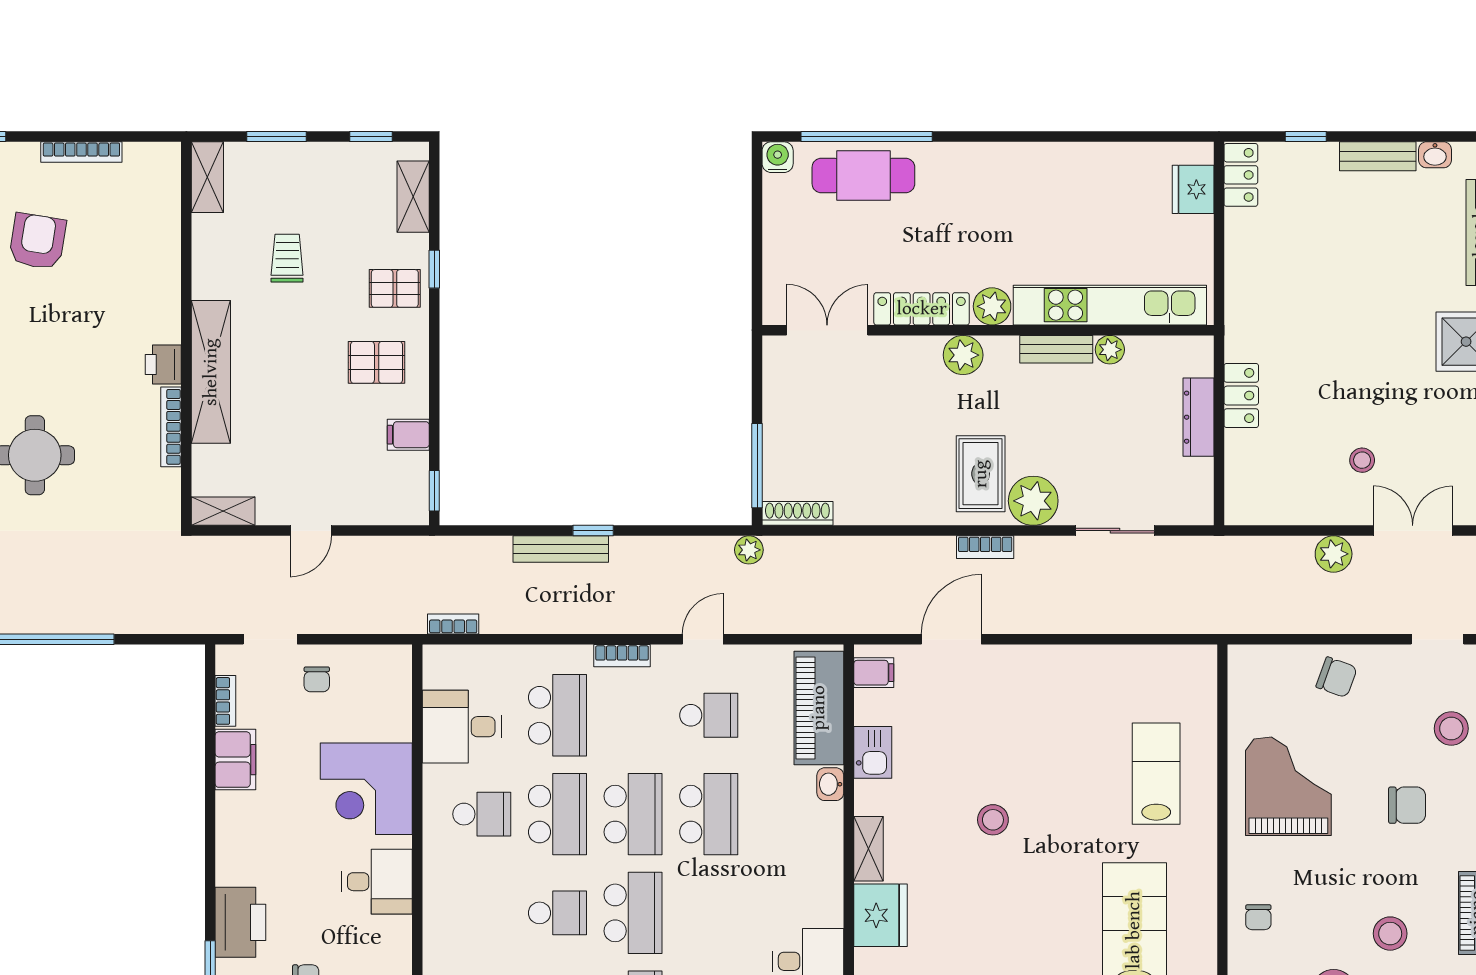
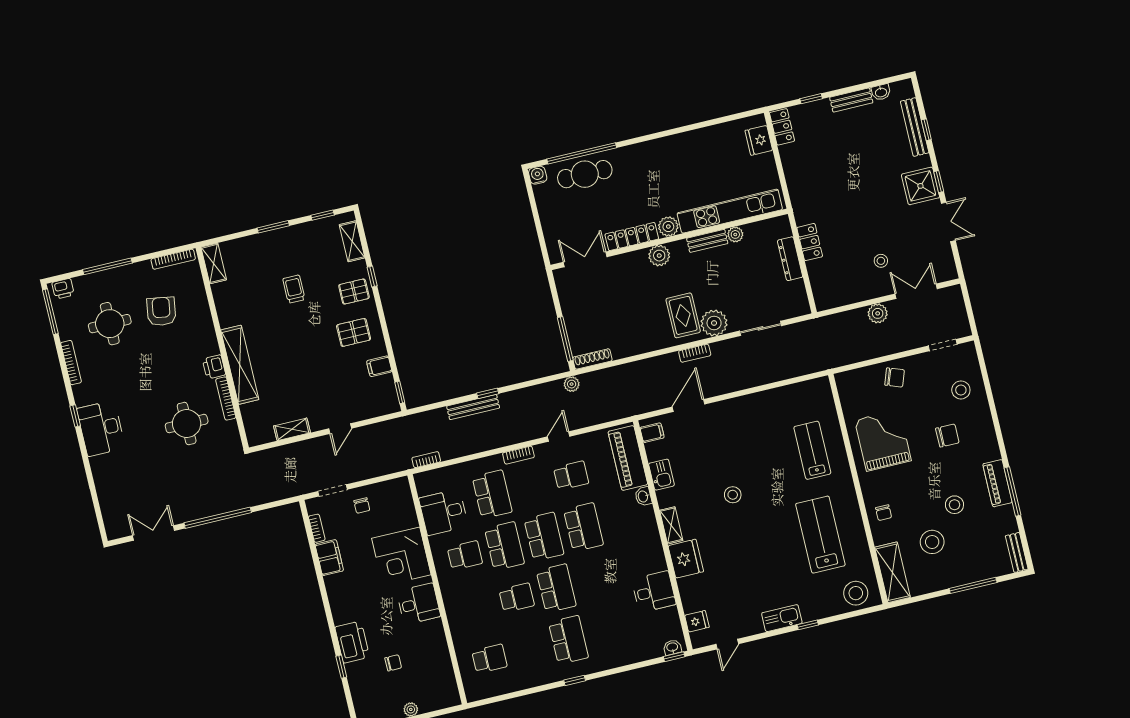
shelving: (207, 177) -> (214, 263), moved
wall: (186, 334) -> (222, 348), moved
printer: (163, 364) -> (214, 367), moved
shelving: (211, 372) -> (240, 365), moved
bookcase: (171, 427) -> (226, 398), moved

